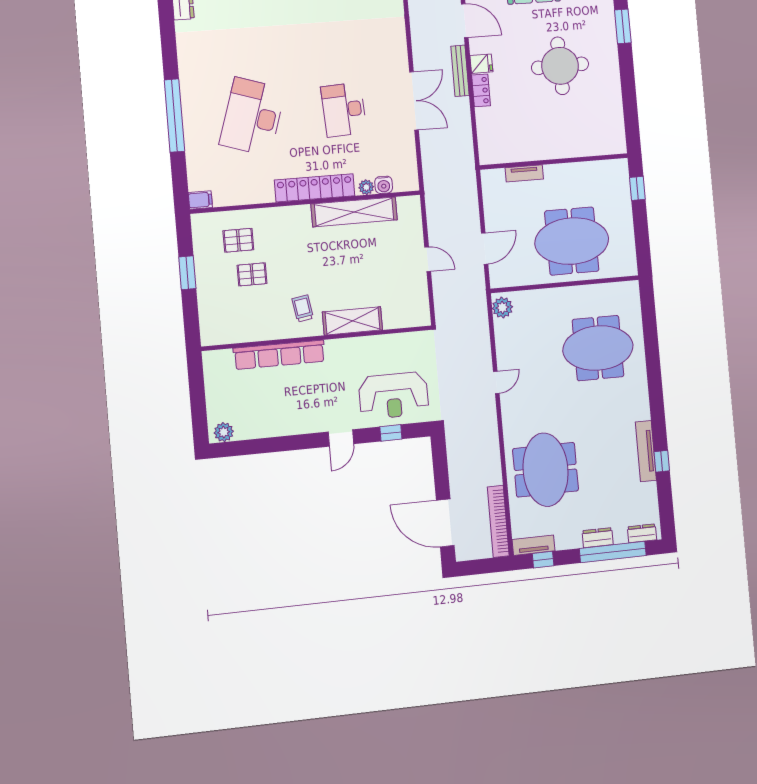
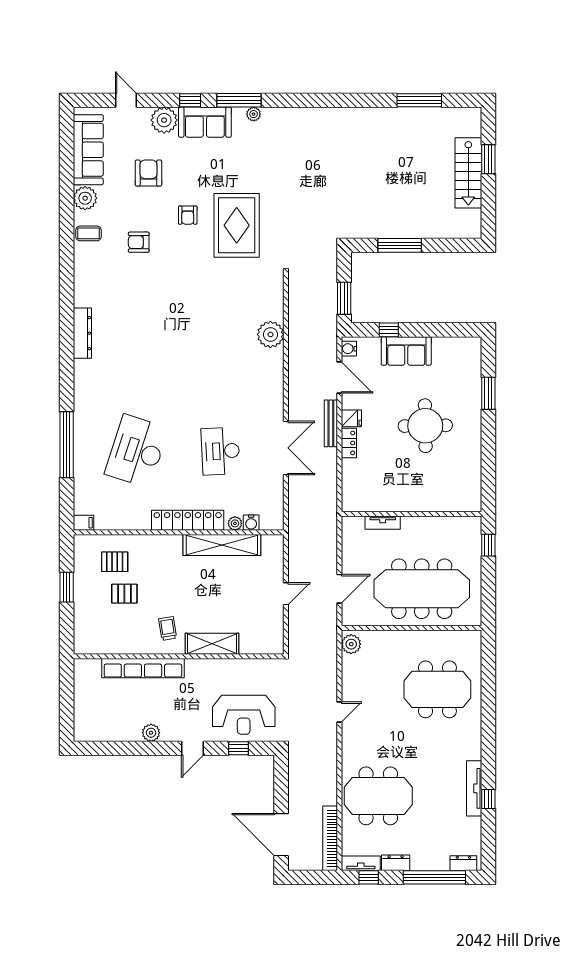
meeting table: (572, 241) -> (422, 589), width x1.36
door: (428, 259) -> (286, 594), hinge flipped
plant: (224, 432) -> (151, 733), moved
meeting table: (546, 470) -> (378, 796), turned 90
dresser: (598, 538) -> (396, 863), moved

